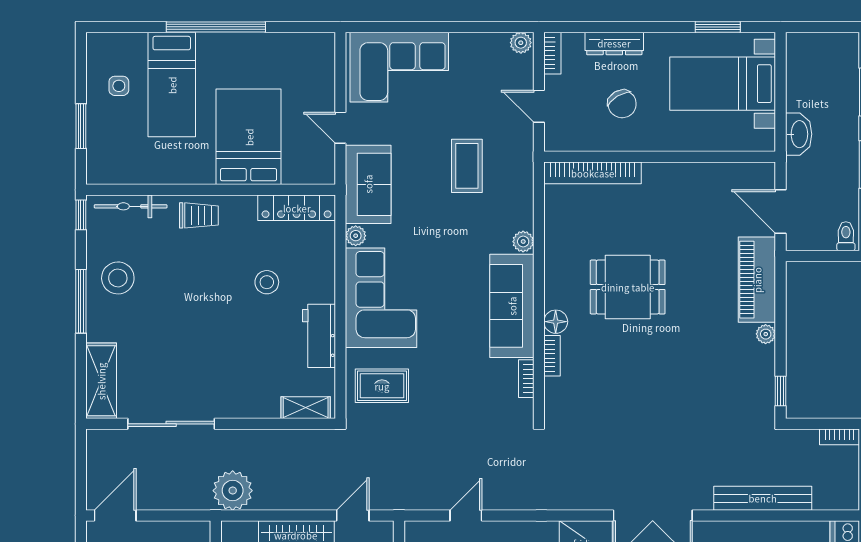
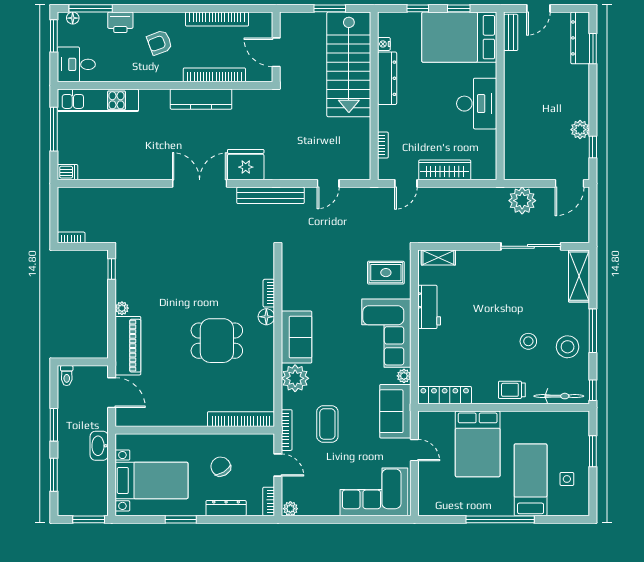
window: (718, 27) -> (181, 519), moved
window: (814, 27) -> (89, 519), added
plant: (523, 242) -> (295, 378), width x1.88, depth x1.88
stool: (267, 282) -> (528, 341), moved
sofa: (512, 306) -> (297, 337), width x0.73
bookcase: (526, 379) -> (287, 430), moved, width x1.56
plant: (233, 491) -> (522, 201), moved
bench: (763, 498) -> (271, 195), moved

